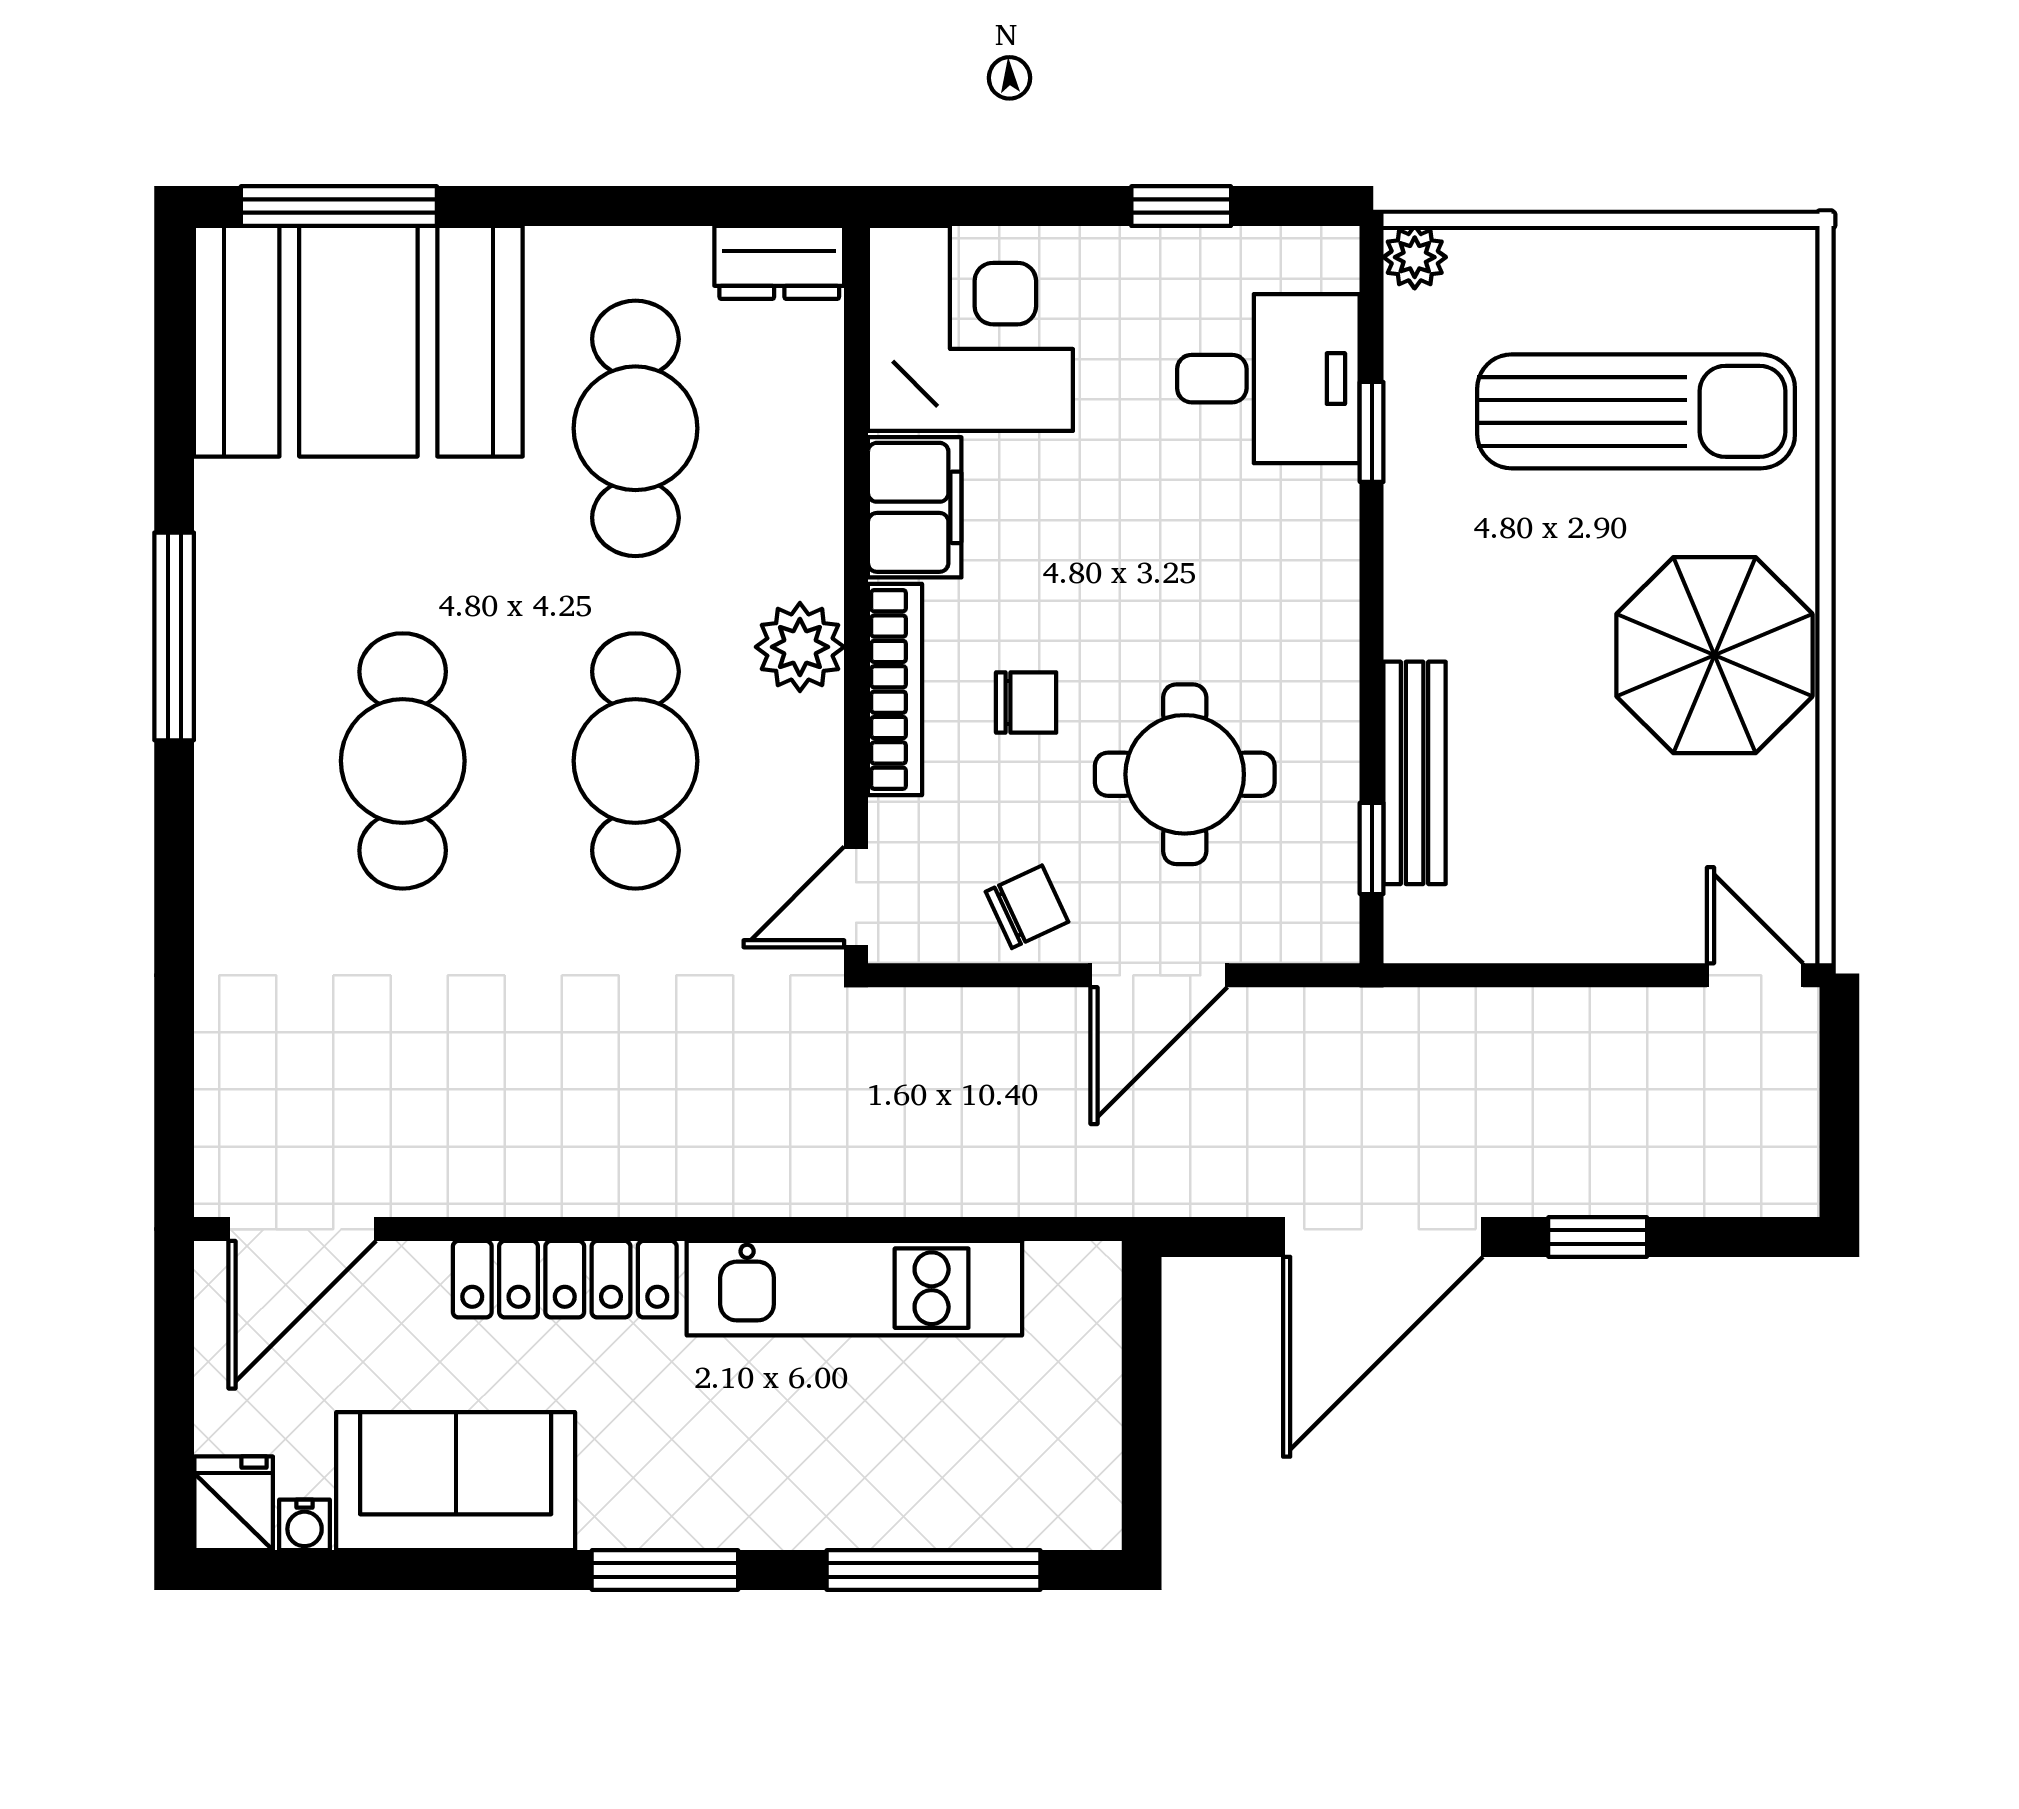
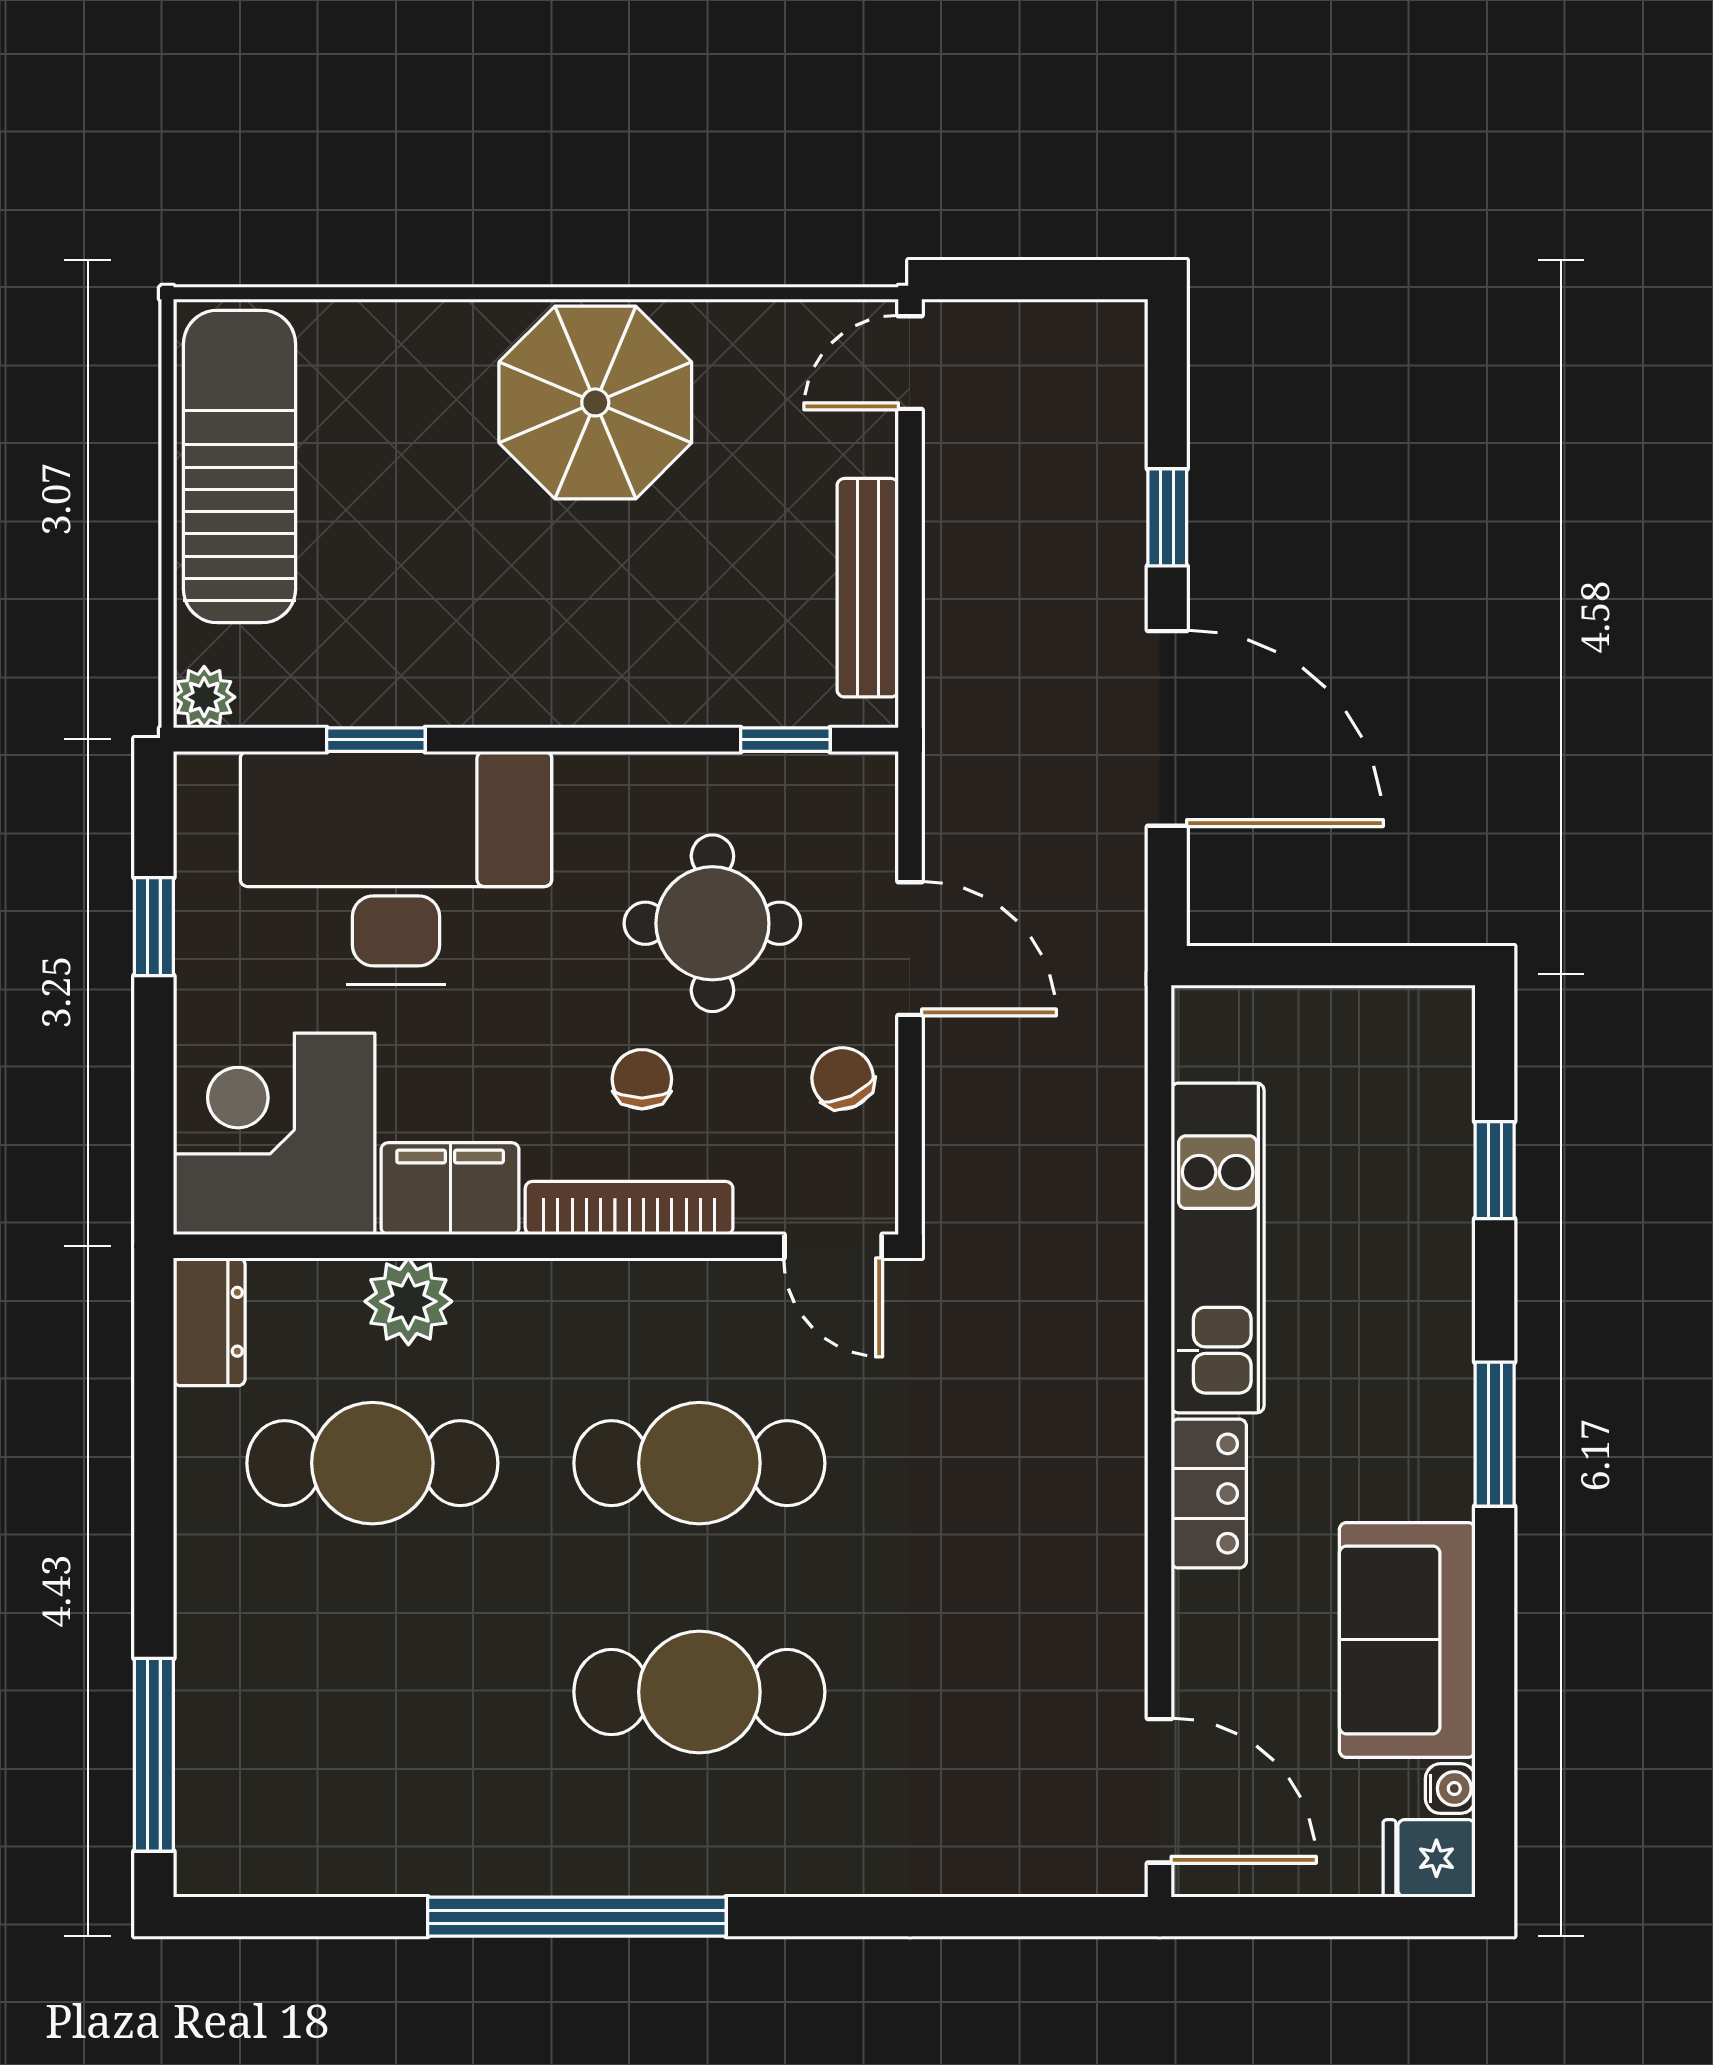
booth: (358, 341) -> (287, 1736), removed
desk: (1268, 379) -> (396, 868), width x1.87, depth x1.30
sun lounger: (1636, 411) -> (240, 466), moved
window: (174, 636) -> (577, 1917), width x1.46
plant: (800, 647) -> (408, 1301), moved
bench: (1415, 773) -> (868, 588), moved, turned 90
locker: (565, 1279) -> (1209, 1494), width x0.66
window: (934, 1570) -> (1495, 1170), width x0.46

